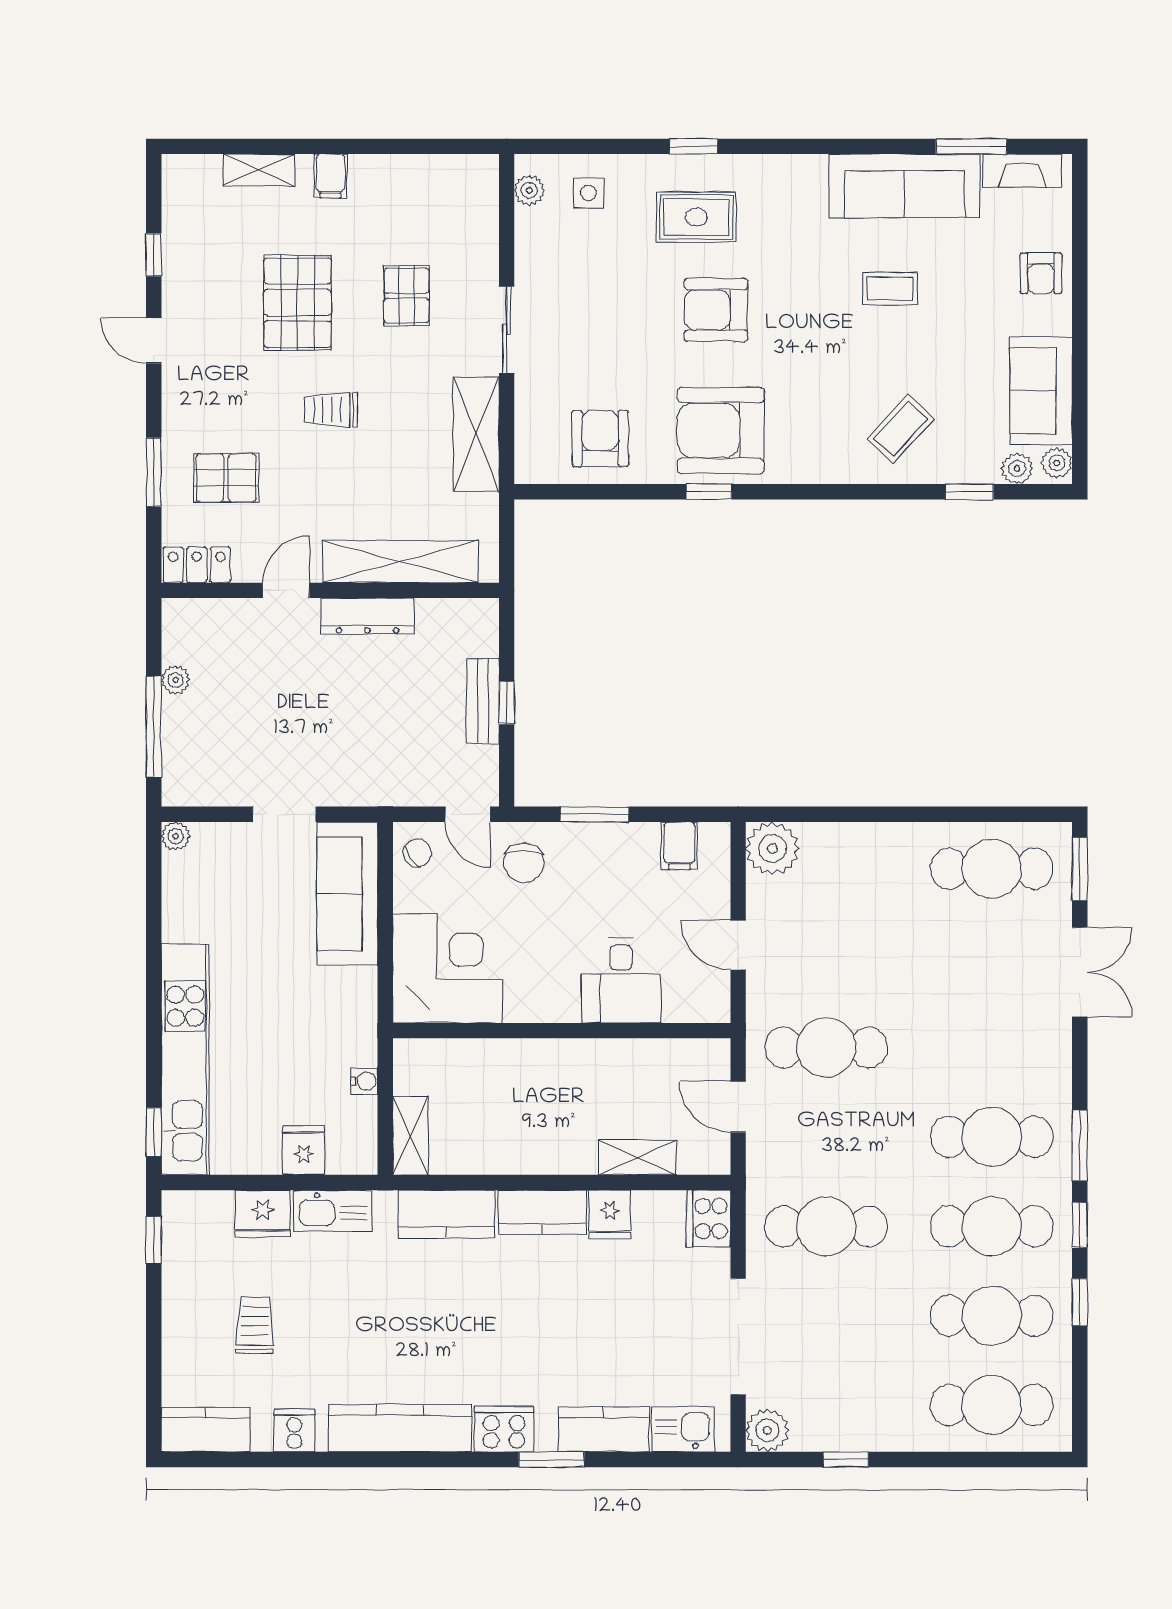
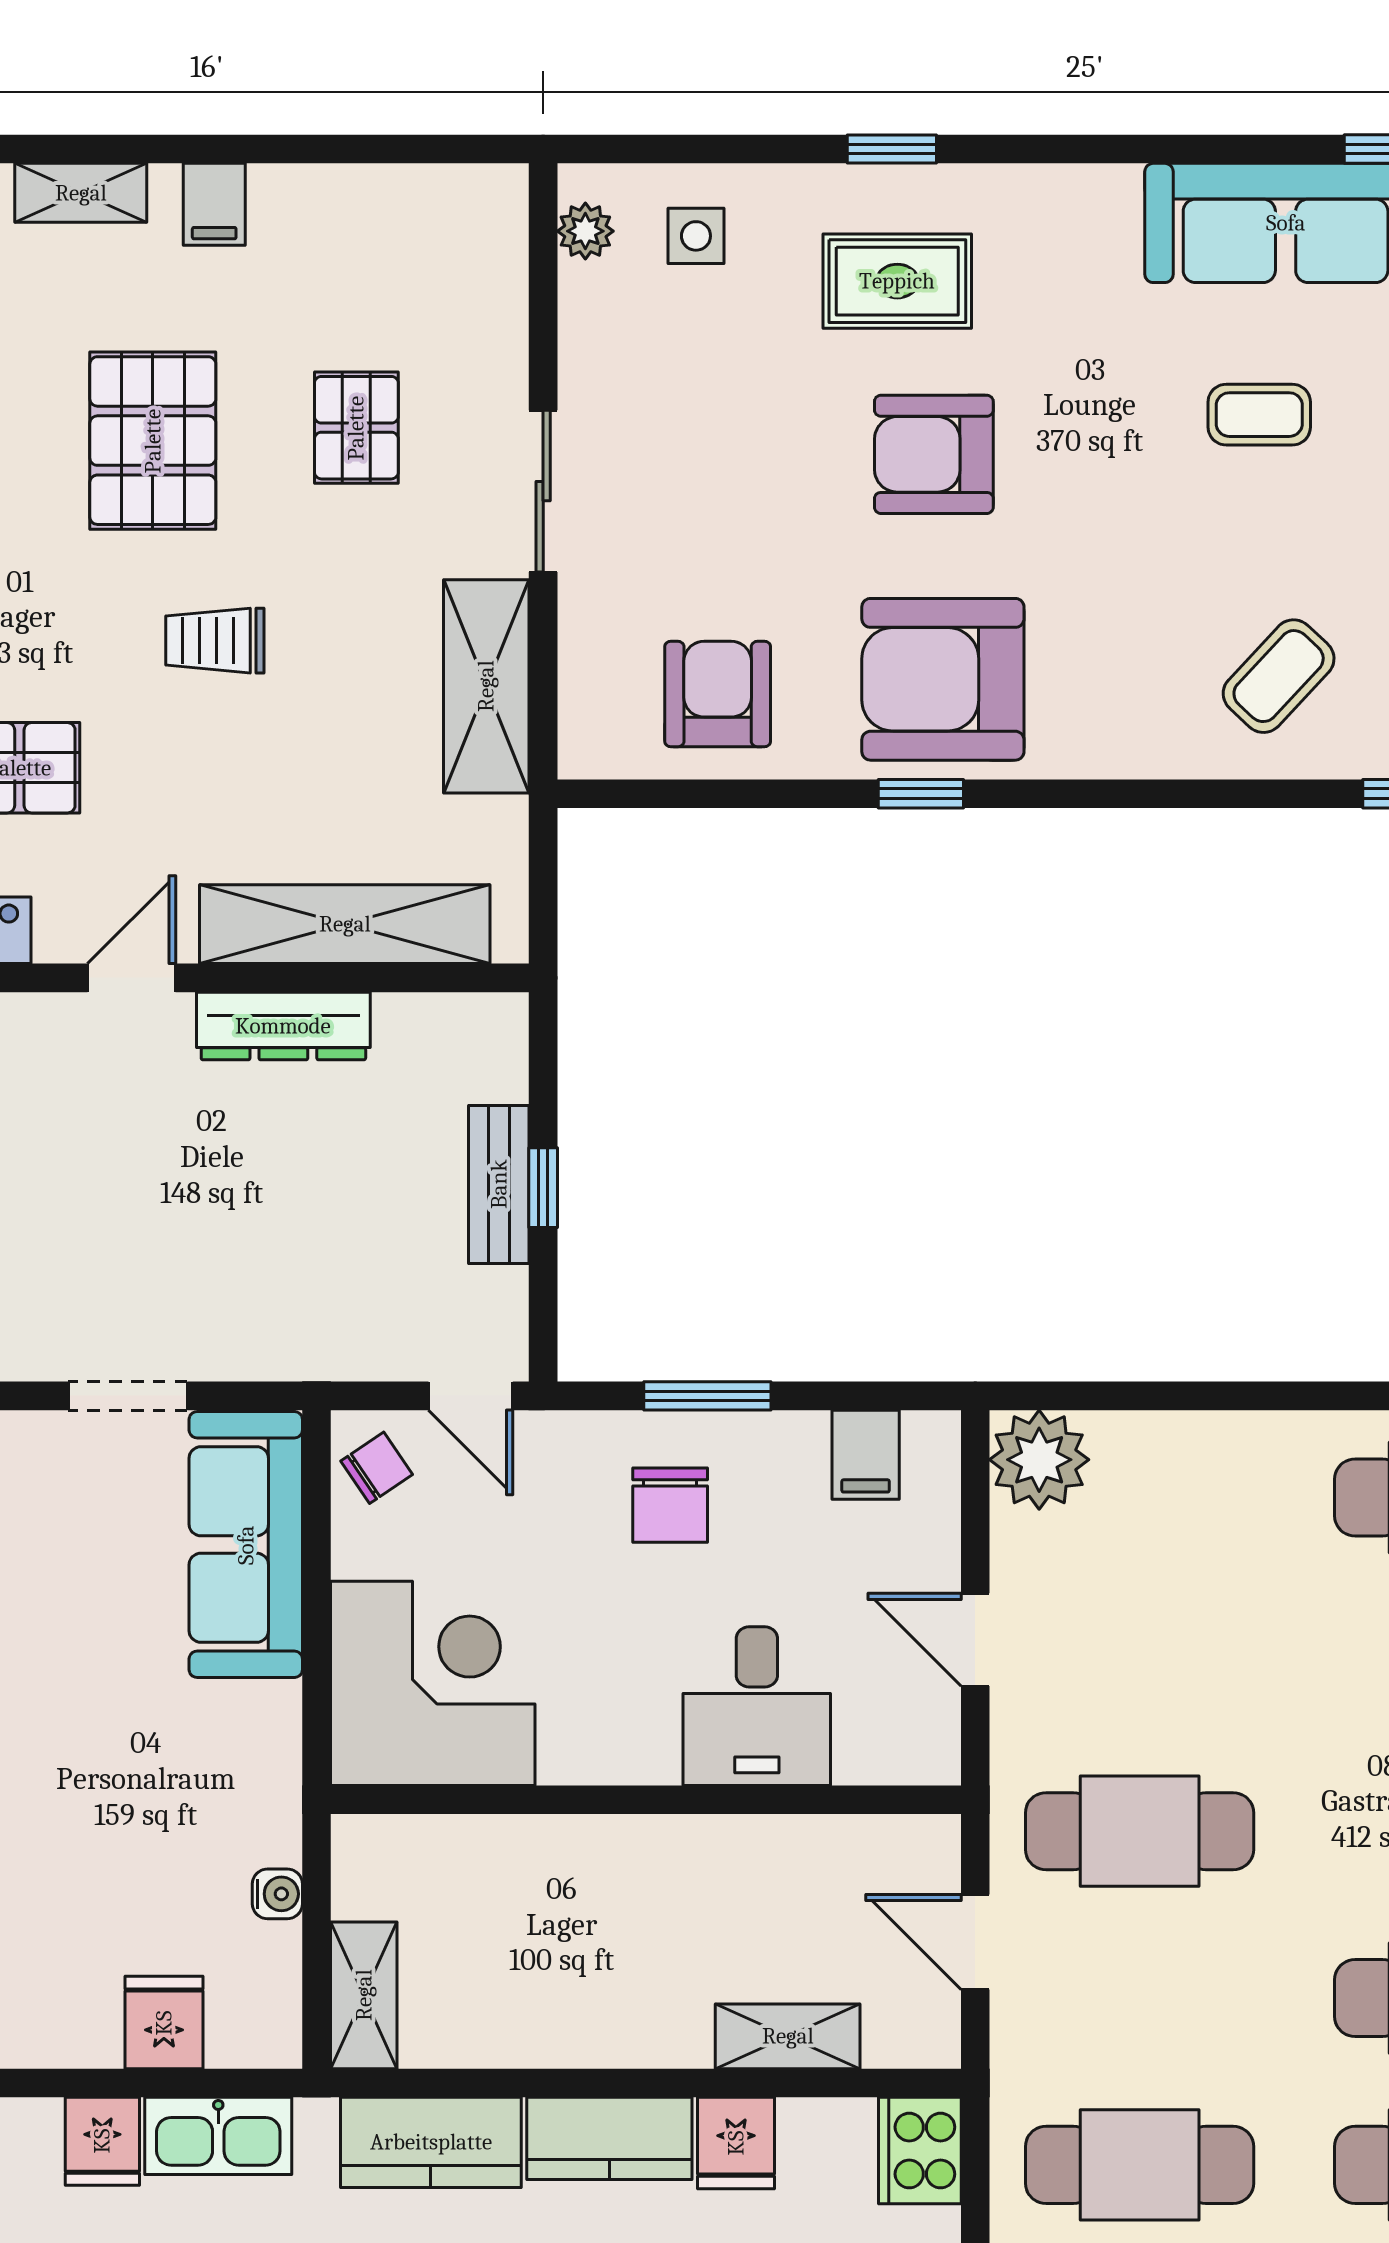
chair: (524, 863) -> (670, 1505), moved
fridge: (263, 1214) -> (102, 2141), width x0.72

